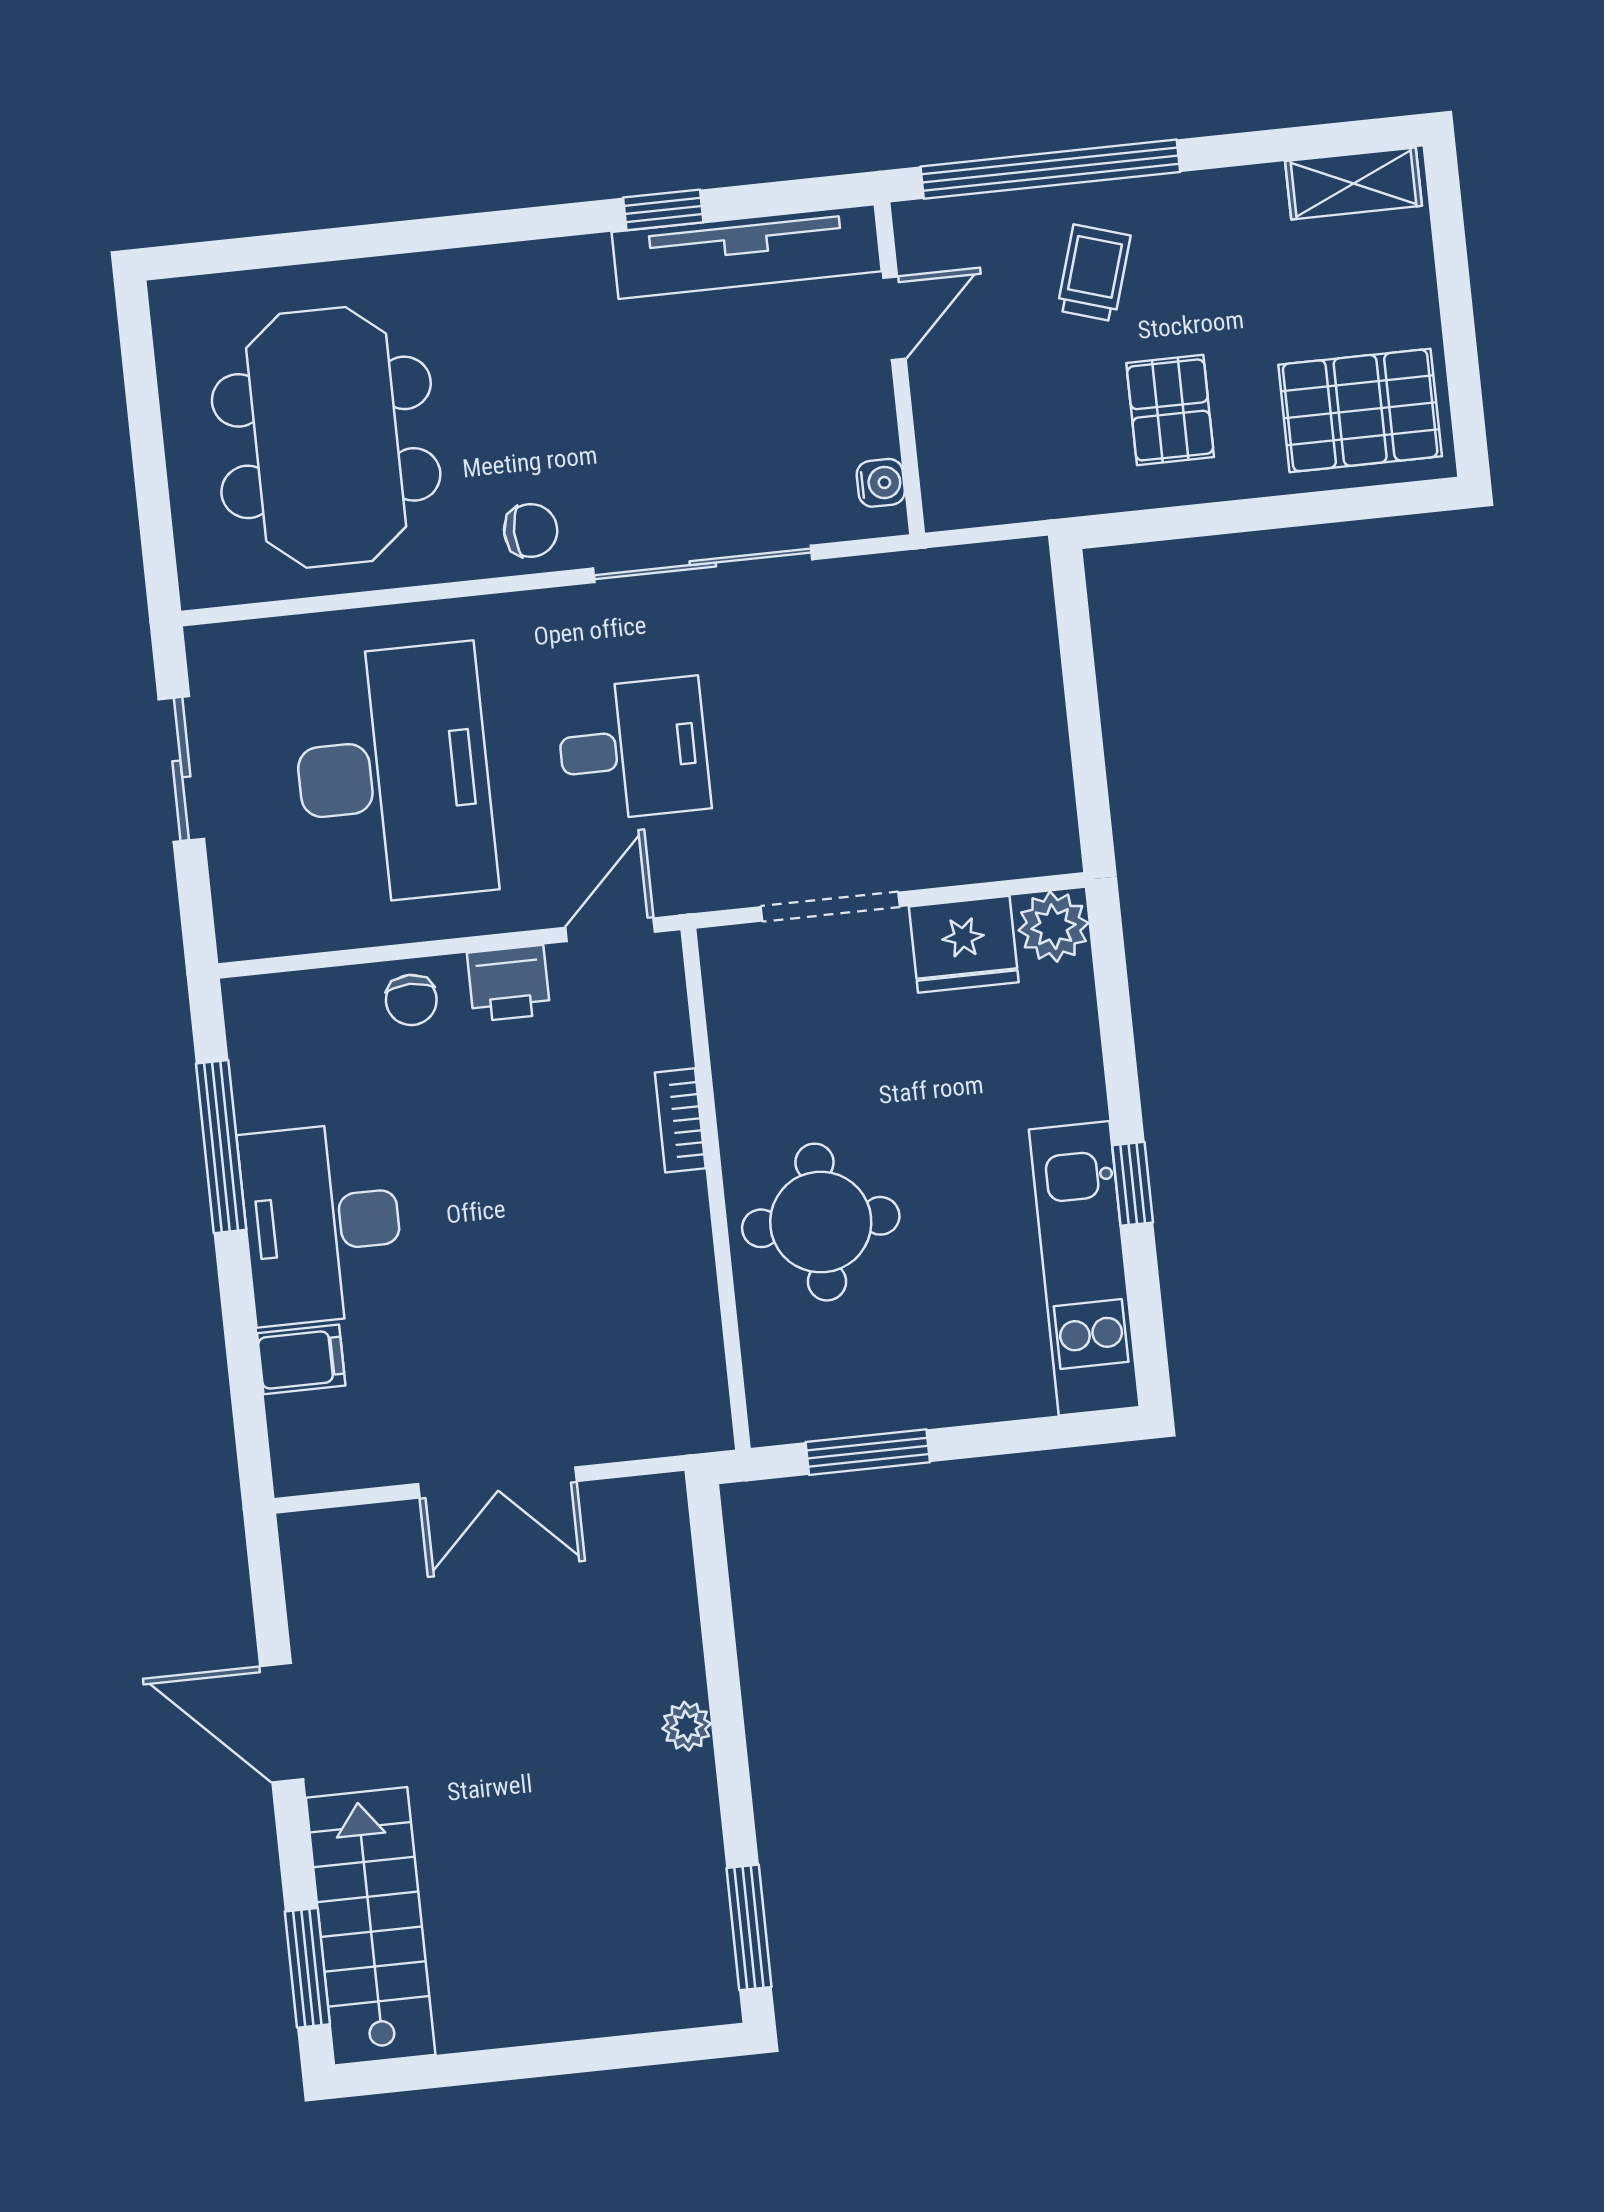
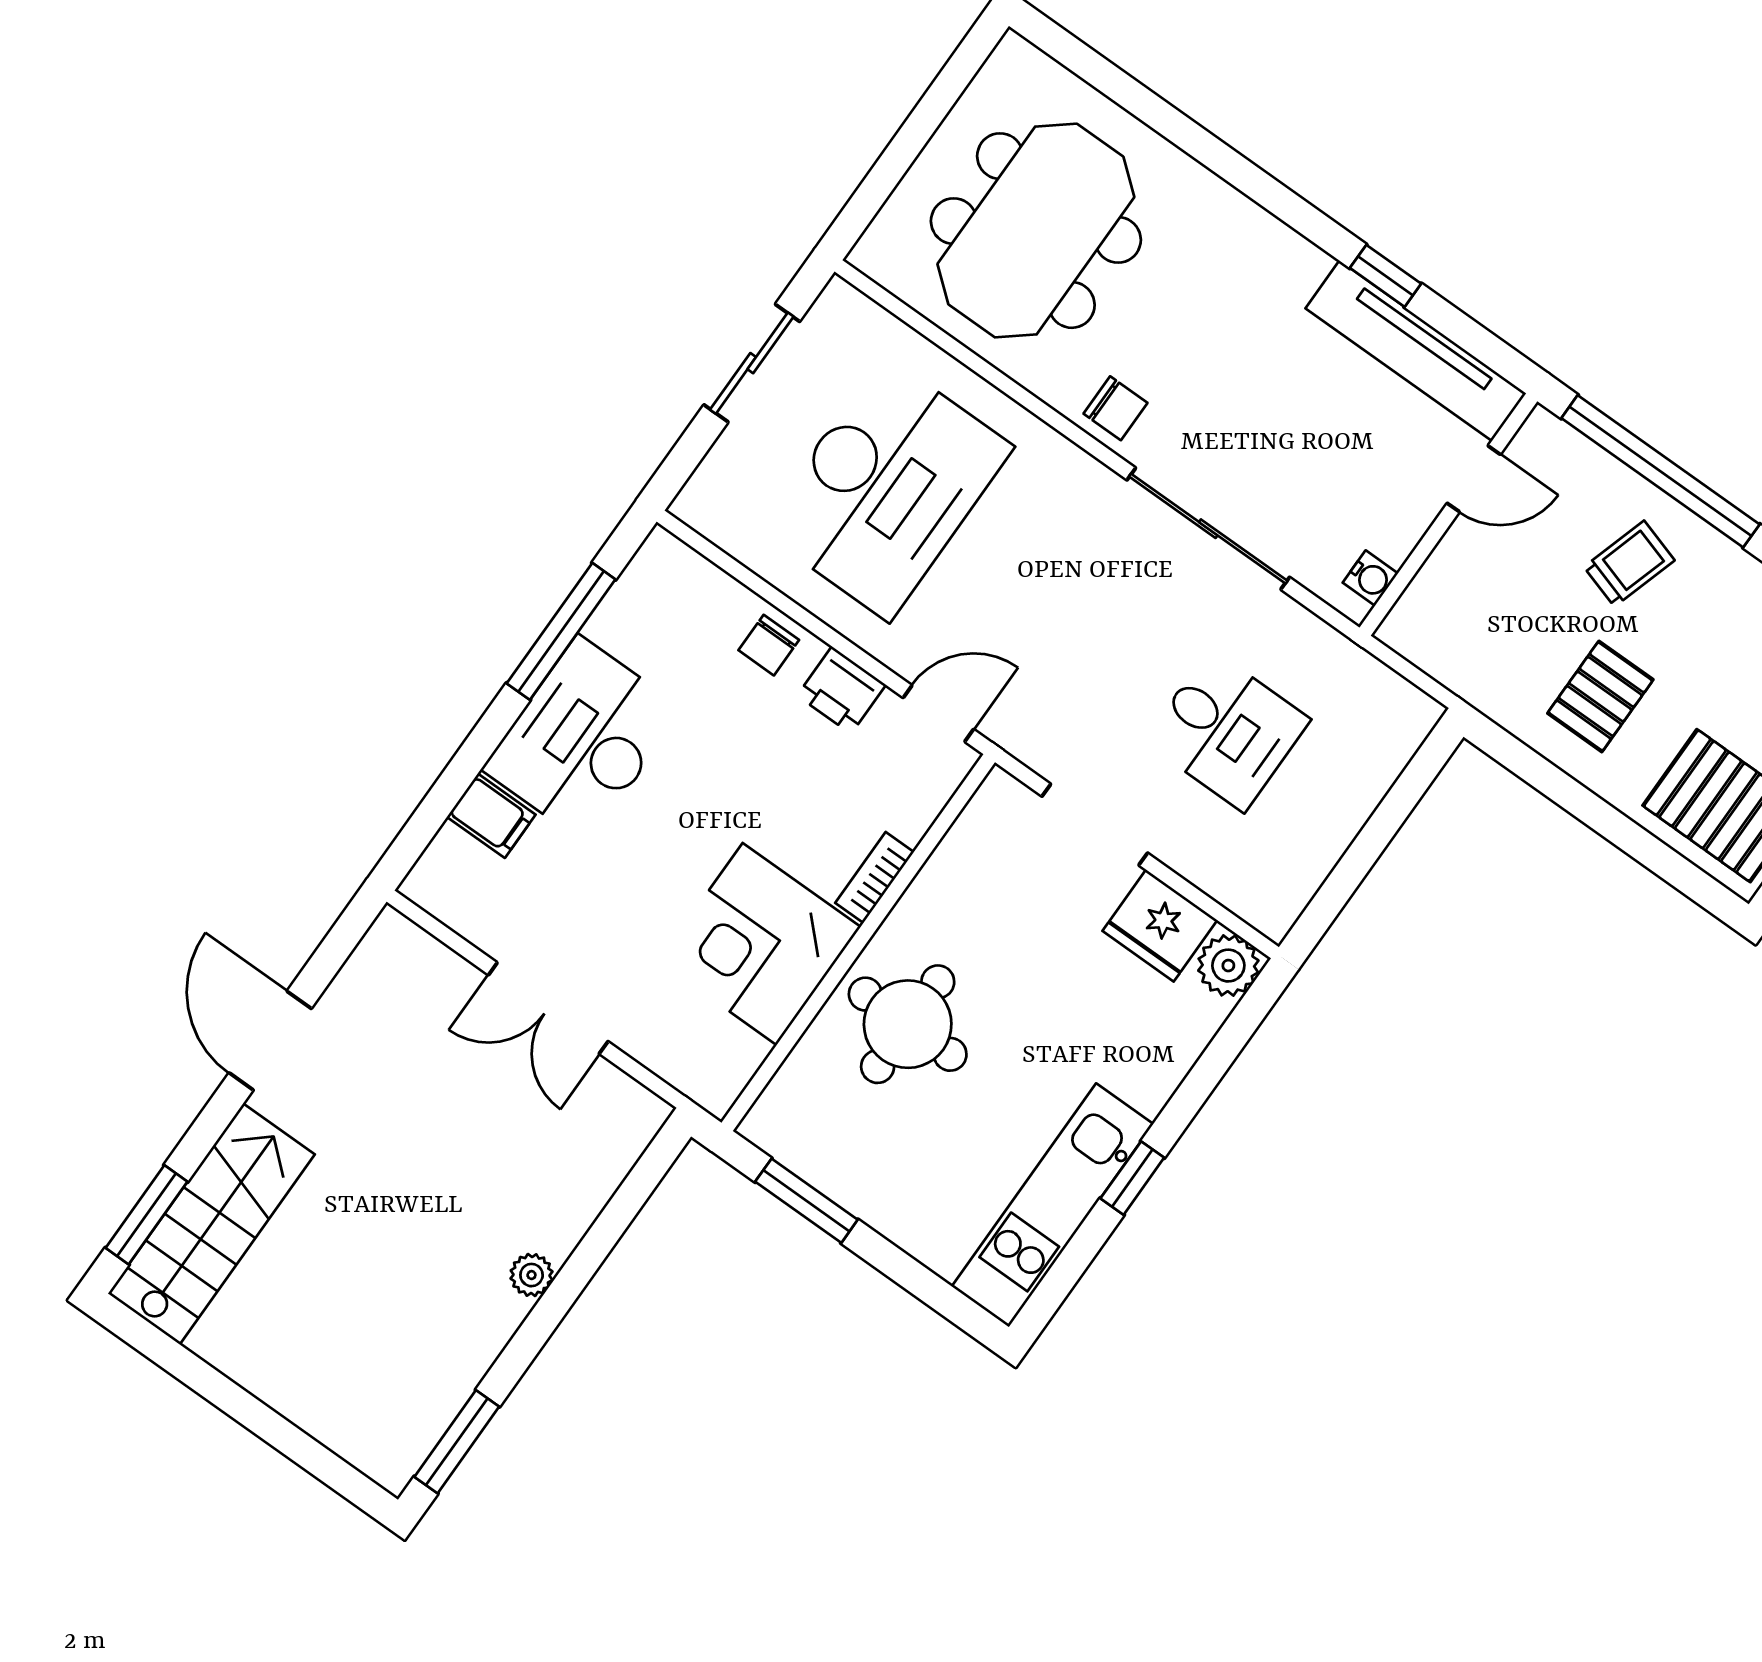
desk: (633, 749) -> (1227, 730), moved
corner desk: (632, 1266) -> (760, 944), added

